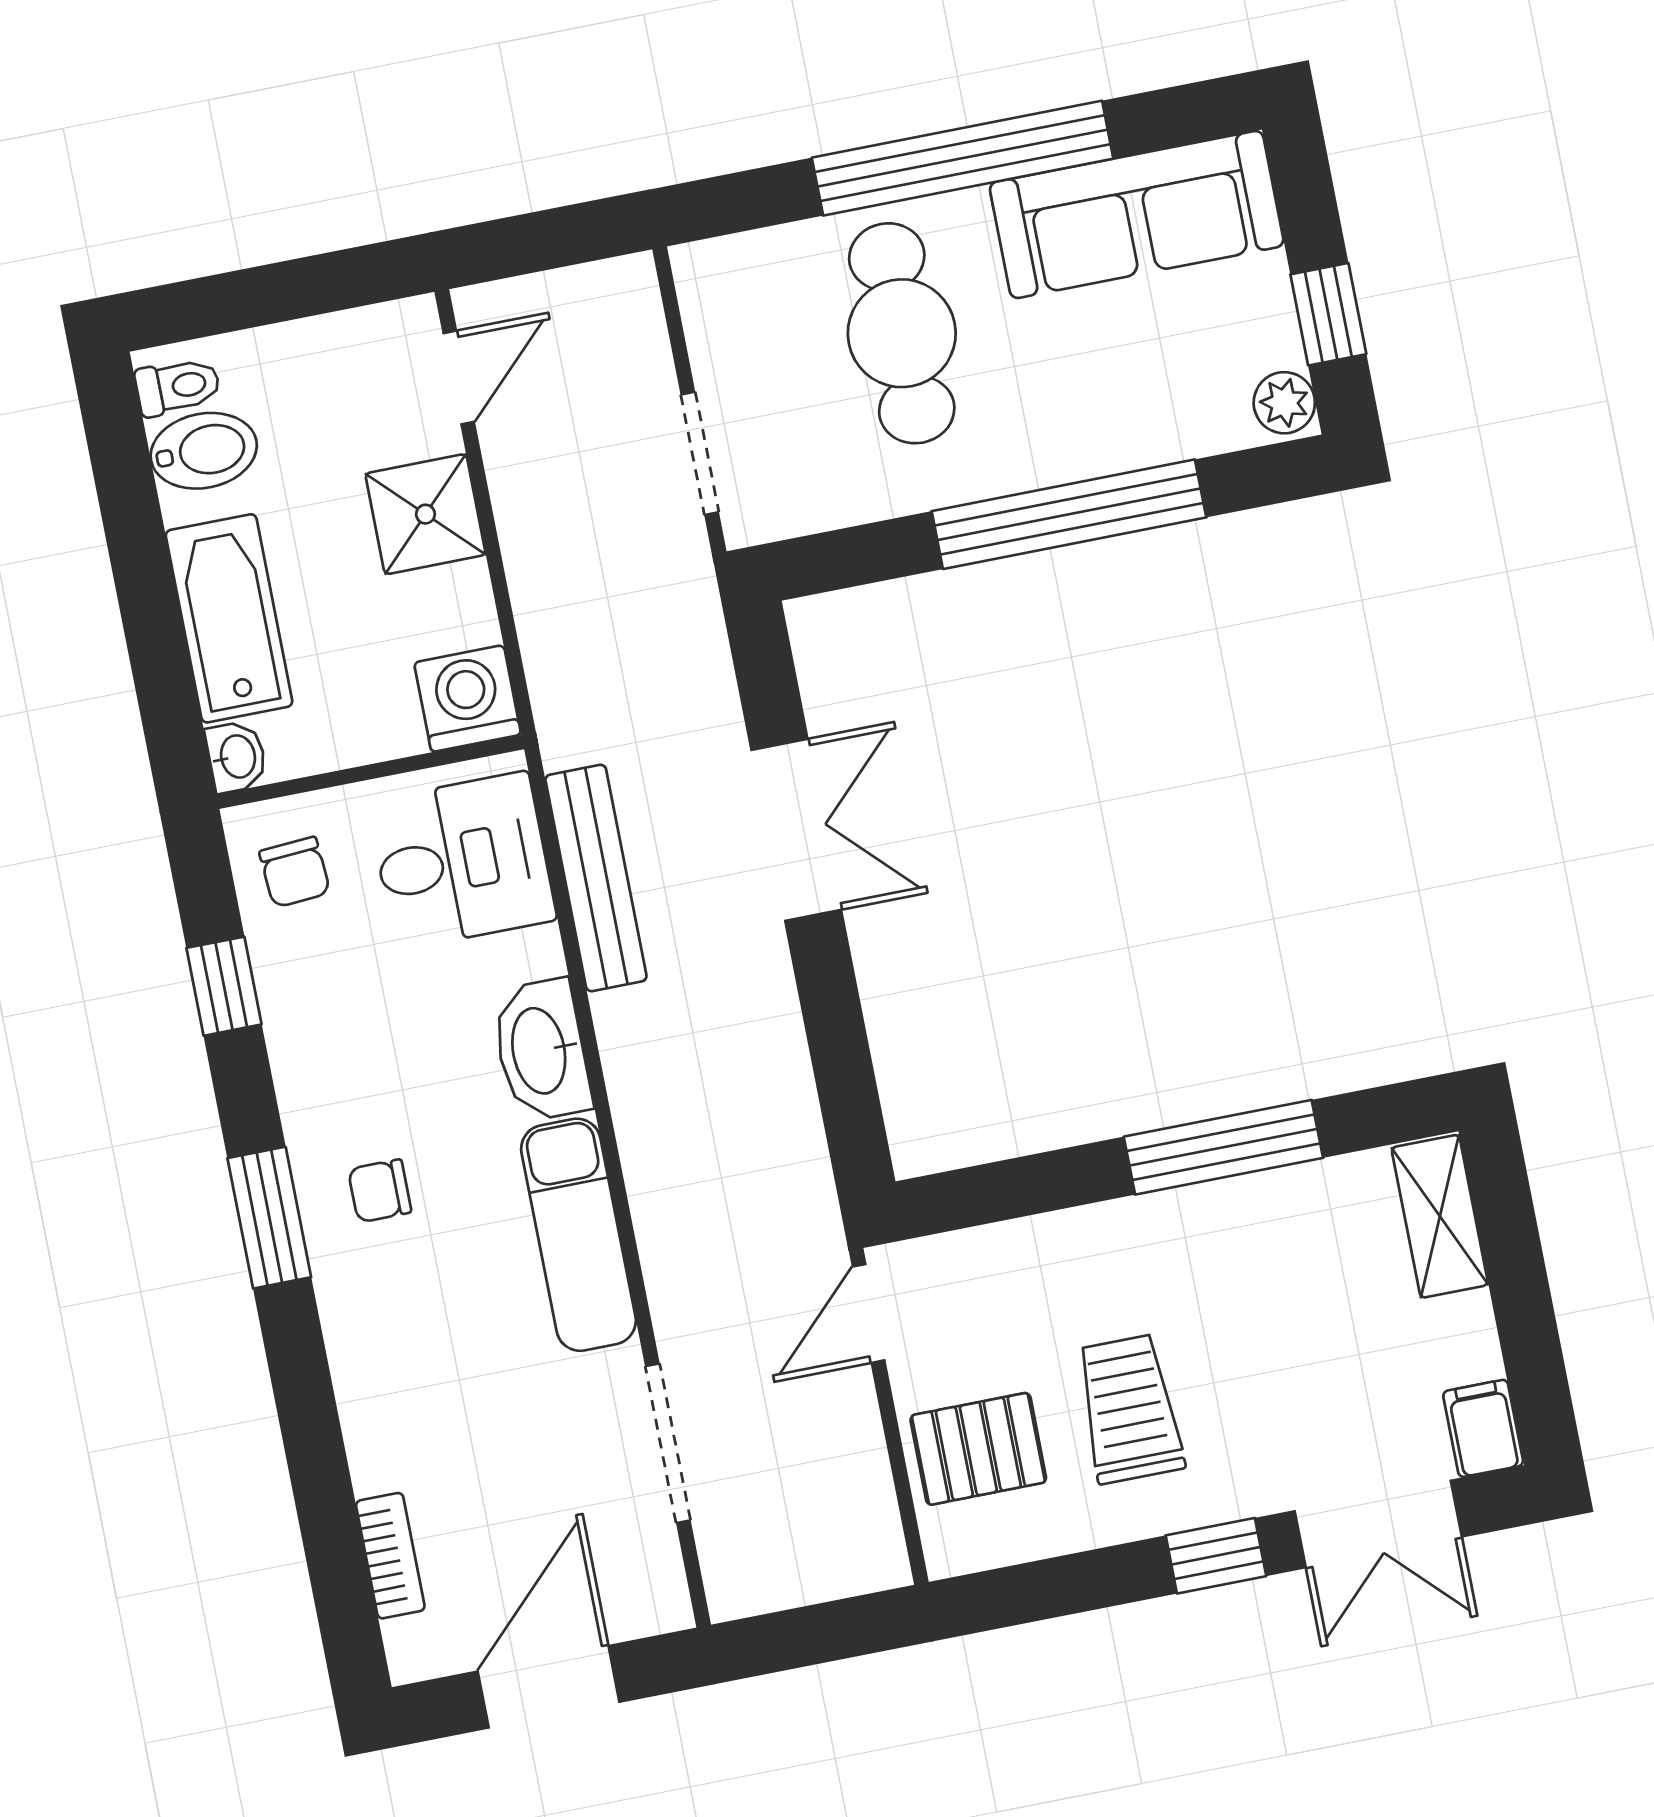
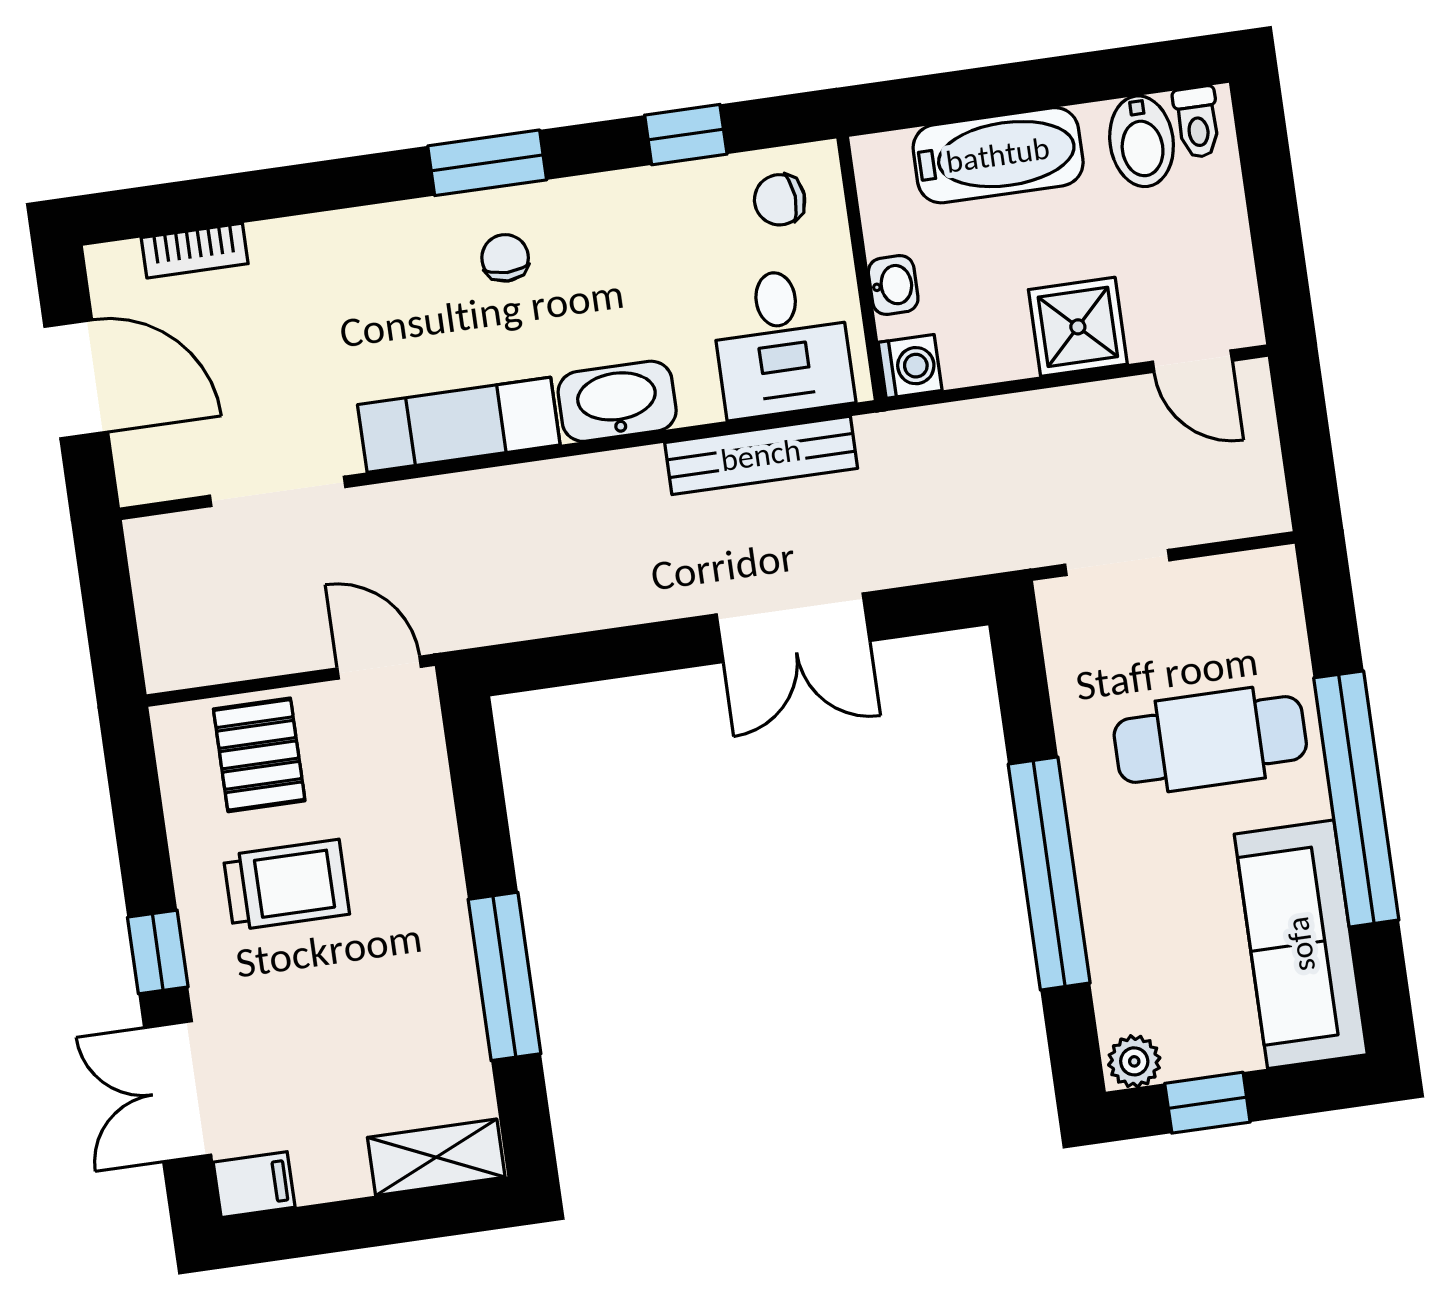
washing machine: (468, 699) -> (910, 366), width x0.73, depth x0.73
washbasin: (236, 757) -> (893, 285), moved, turned -90

